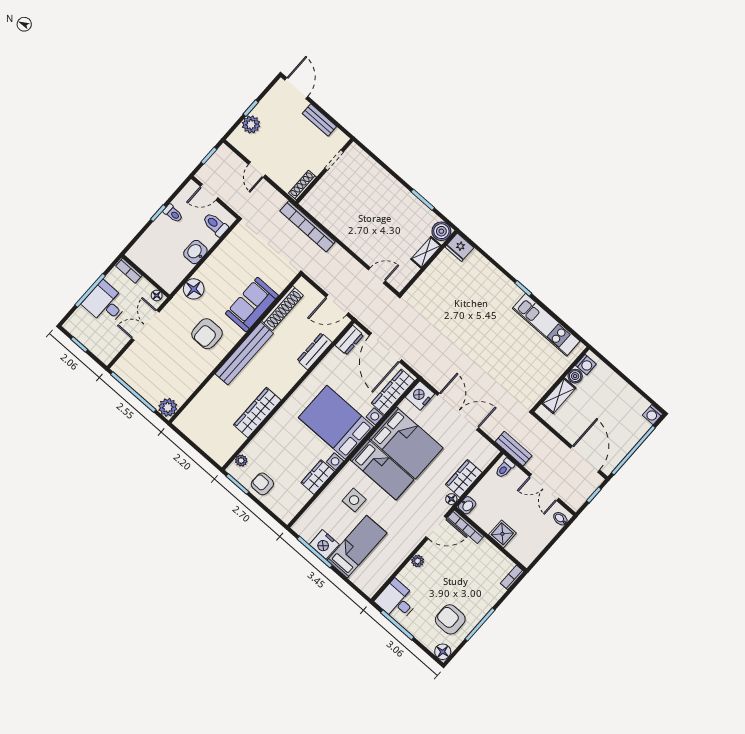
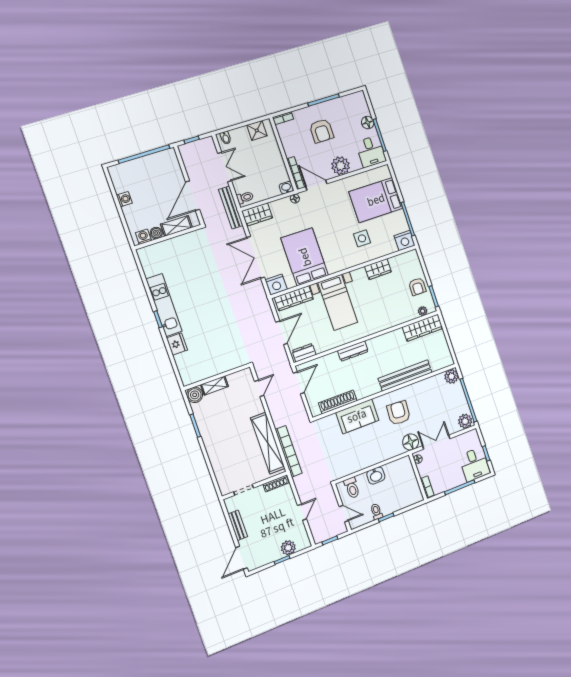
shelving: (335, 223) -> (268, 443), added
fridge: (459, 247) -> (177, 344), moved
door: (377, 275) -> (259, 388), swing flipped
floor lamp: (194, 289) -> (411, 442), moved
desk: (105, 303) -> (474, 464), moved
door: (337, 305) -> (299, 383), hinge flipped
double door: (145, 325) -> (436, 442), swing flipped
kitchen unit: (546, 325) -> (164, 305), moved
armchair: (207, 334) -> (399, 413), turned -86
door: (385, 348) -> (282, 333), width x0.73
dresser: (315, 351) -> (353, 351), moved
bench: (244, 354) -> (405, 375), moved
plant: (124, 367) -> (465, 421), added
wardrobe: (257, 413) -> (423, 328), moved
washing machine: (652, 415) -> (124, 199), moved
bed with nightstands: (336, 422) -> (338, 302), width x0.73
bench: (514, 449) -> (231, 208), width x1.36
door: (585, 459) -> (193, 196), moved
bed: (382, 470) -> (331, 248), removed
wardrobe: (464, 478) -> (257, 214), moved
shower: (502, 534) -> (257, 130), moved
nightstand: (324, 544) -> (405, 241), moved, turned 90
bed: (357, 547) -> (376, 200), width x1.50
plant: (418, 561) -> (341, 166), width x1.88, depth x1.88
armchair: (450, 619) -> (322, 131), moved
floor lamp: (443, 652) -> (368, 123), moved

